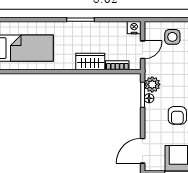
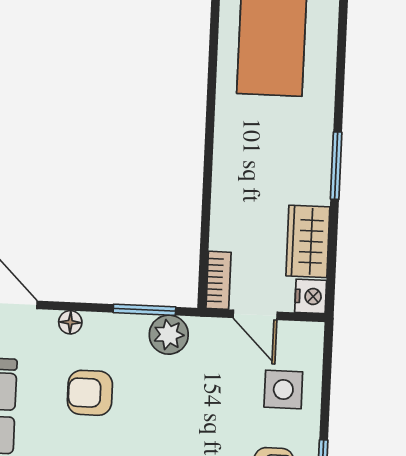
wardrobe: (90, 62) -> (308, 241), moved, turned 180
bookcase: (117, 65) -> (218, 280), moved
floor lamp: (149, 98) -> (70, 322), moved

